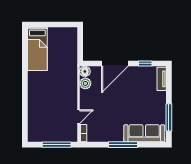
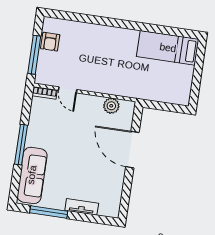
window: (145, 63) -> (126, 191), removed
floor lamp: (85, 71) -> (128, 108), removed
tv unit: (162, 79) -> (82, 207), moved
armchair: (45, 135) -> (50, 42), added

